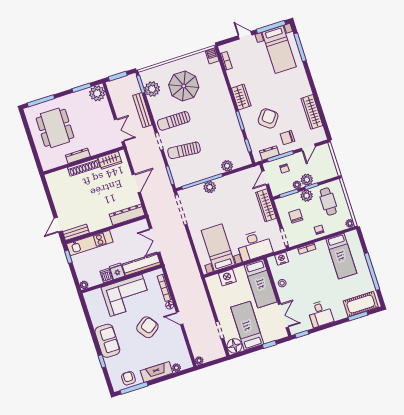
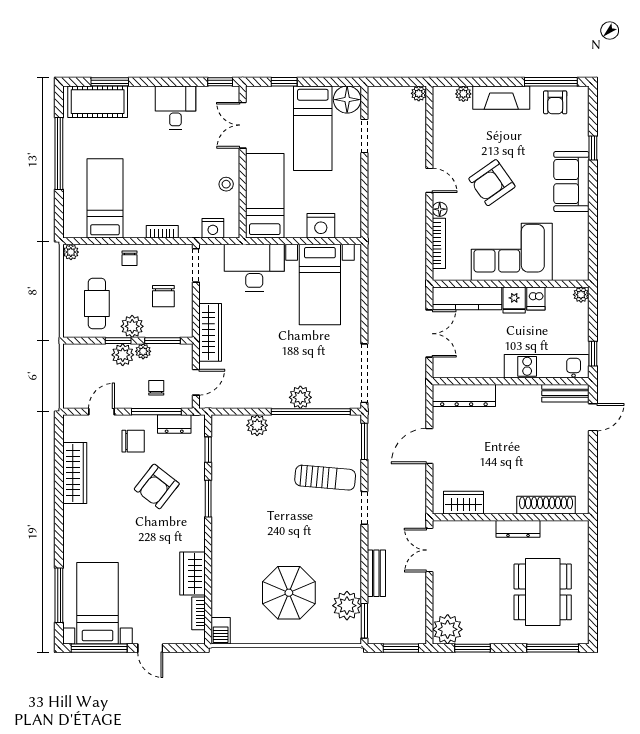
wardrobe: (241, 97) -> (193, 574), moved
bench: (142, 110) -> (376, 573), width x0.73
sun lounger: (174, 121) -> (327, 536), removed
shoe rack: (84, 167) -> (546, 505), moved

